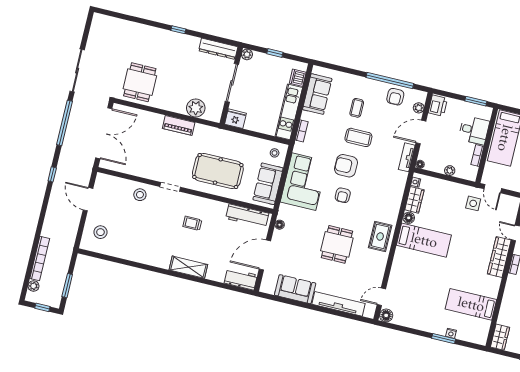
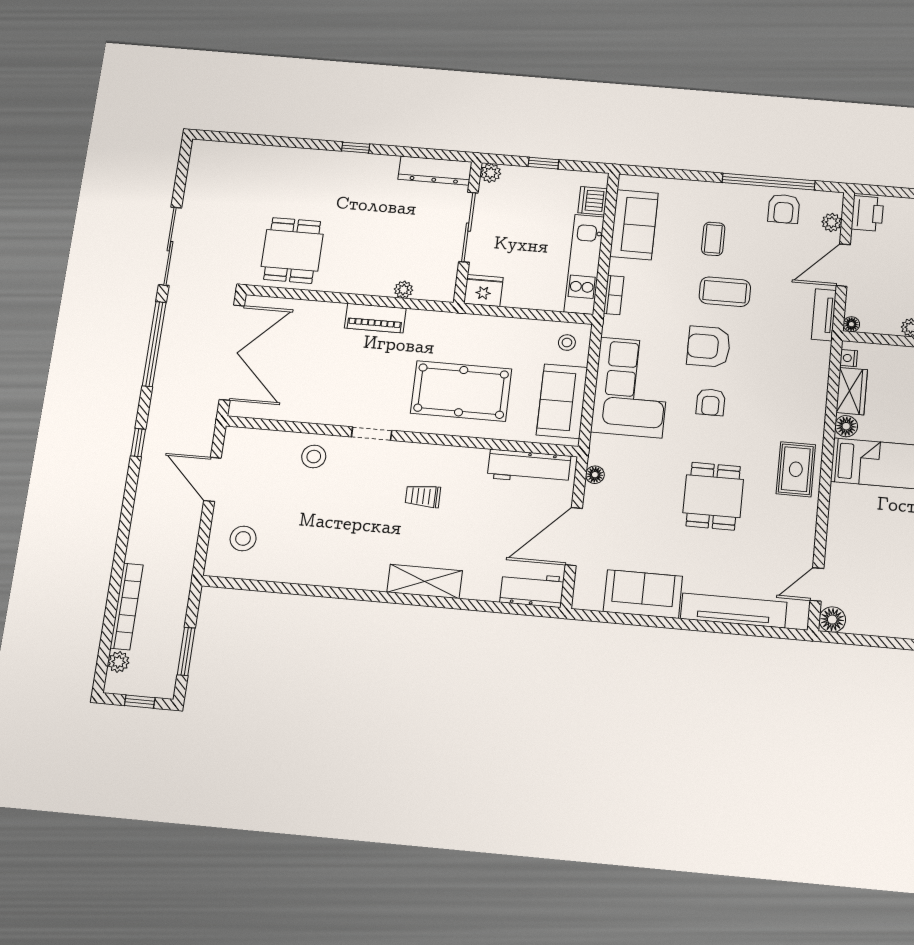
plant: (196, 108) -> (404, 290), width x0.53, depth x0.53

